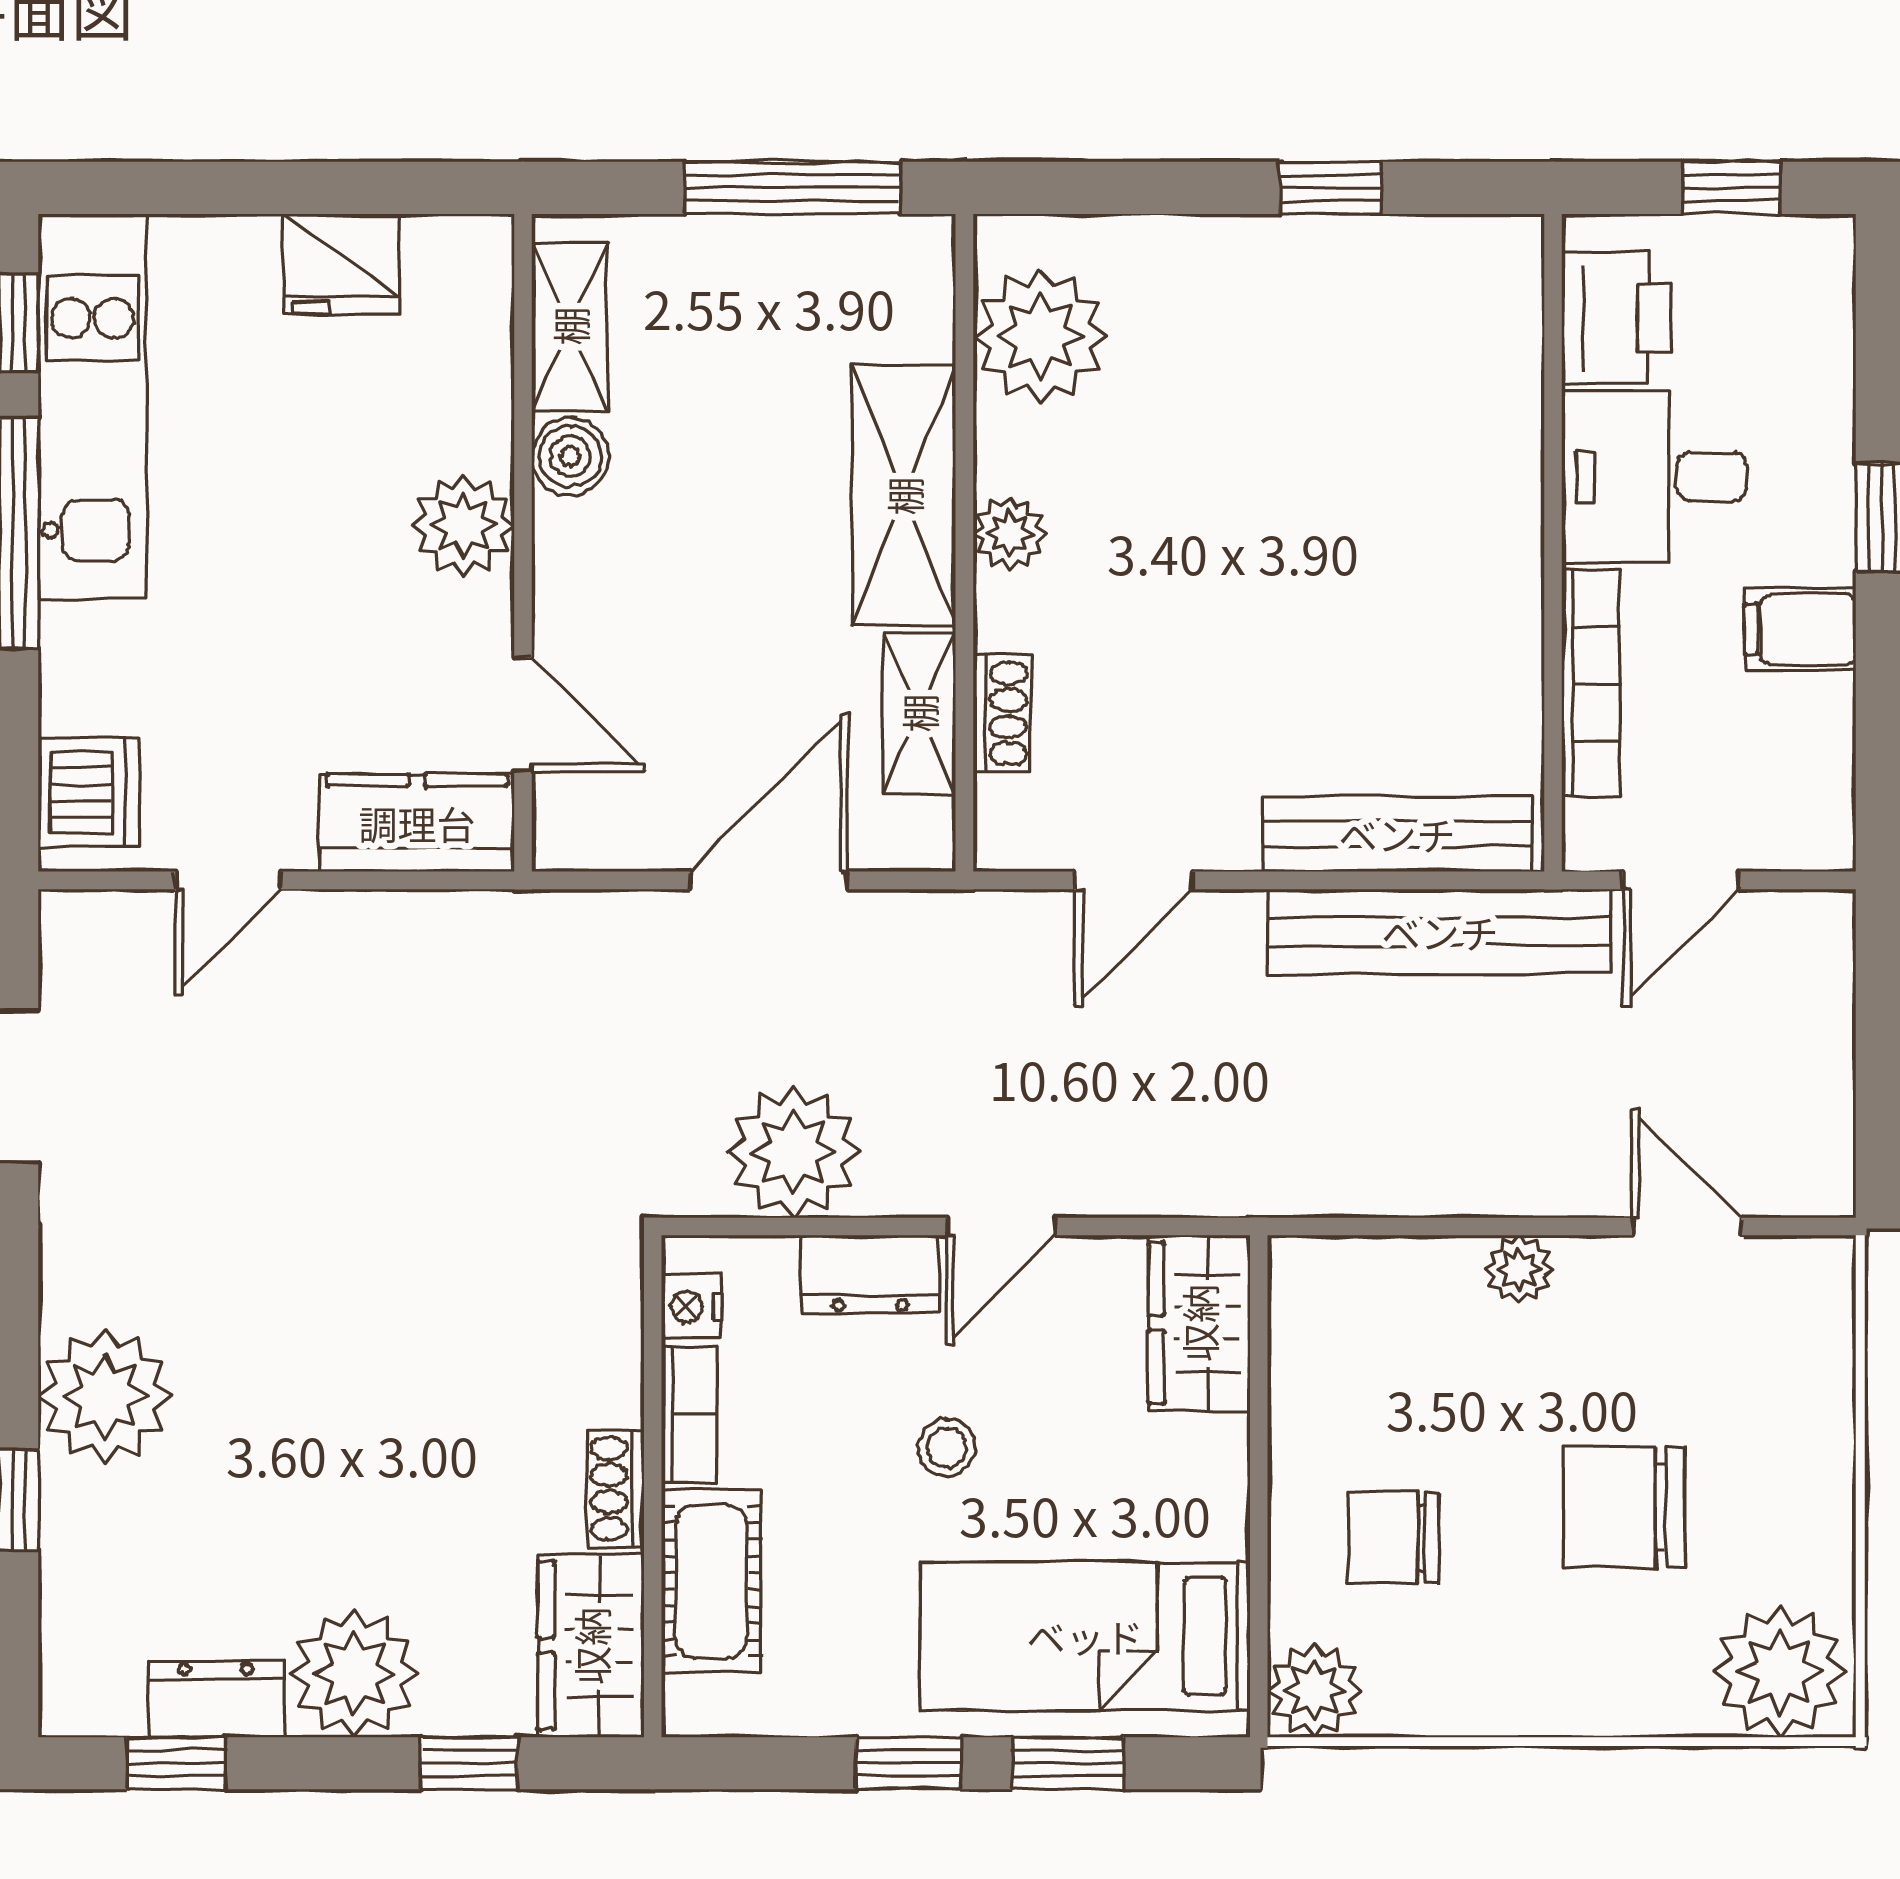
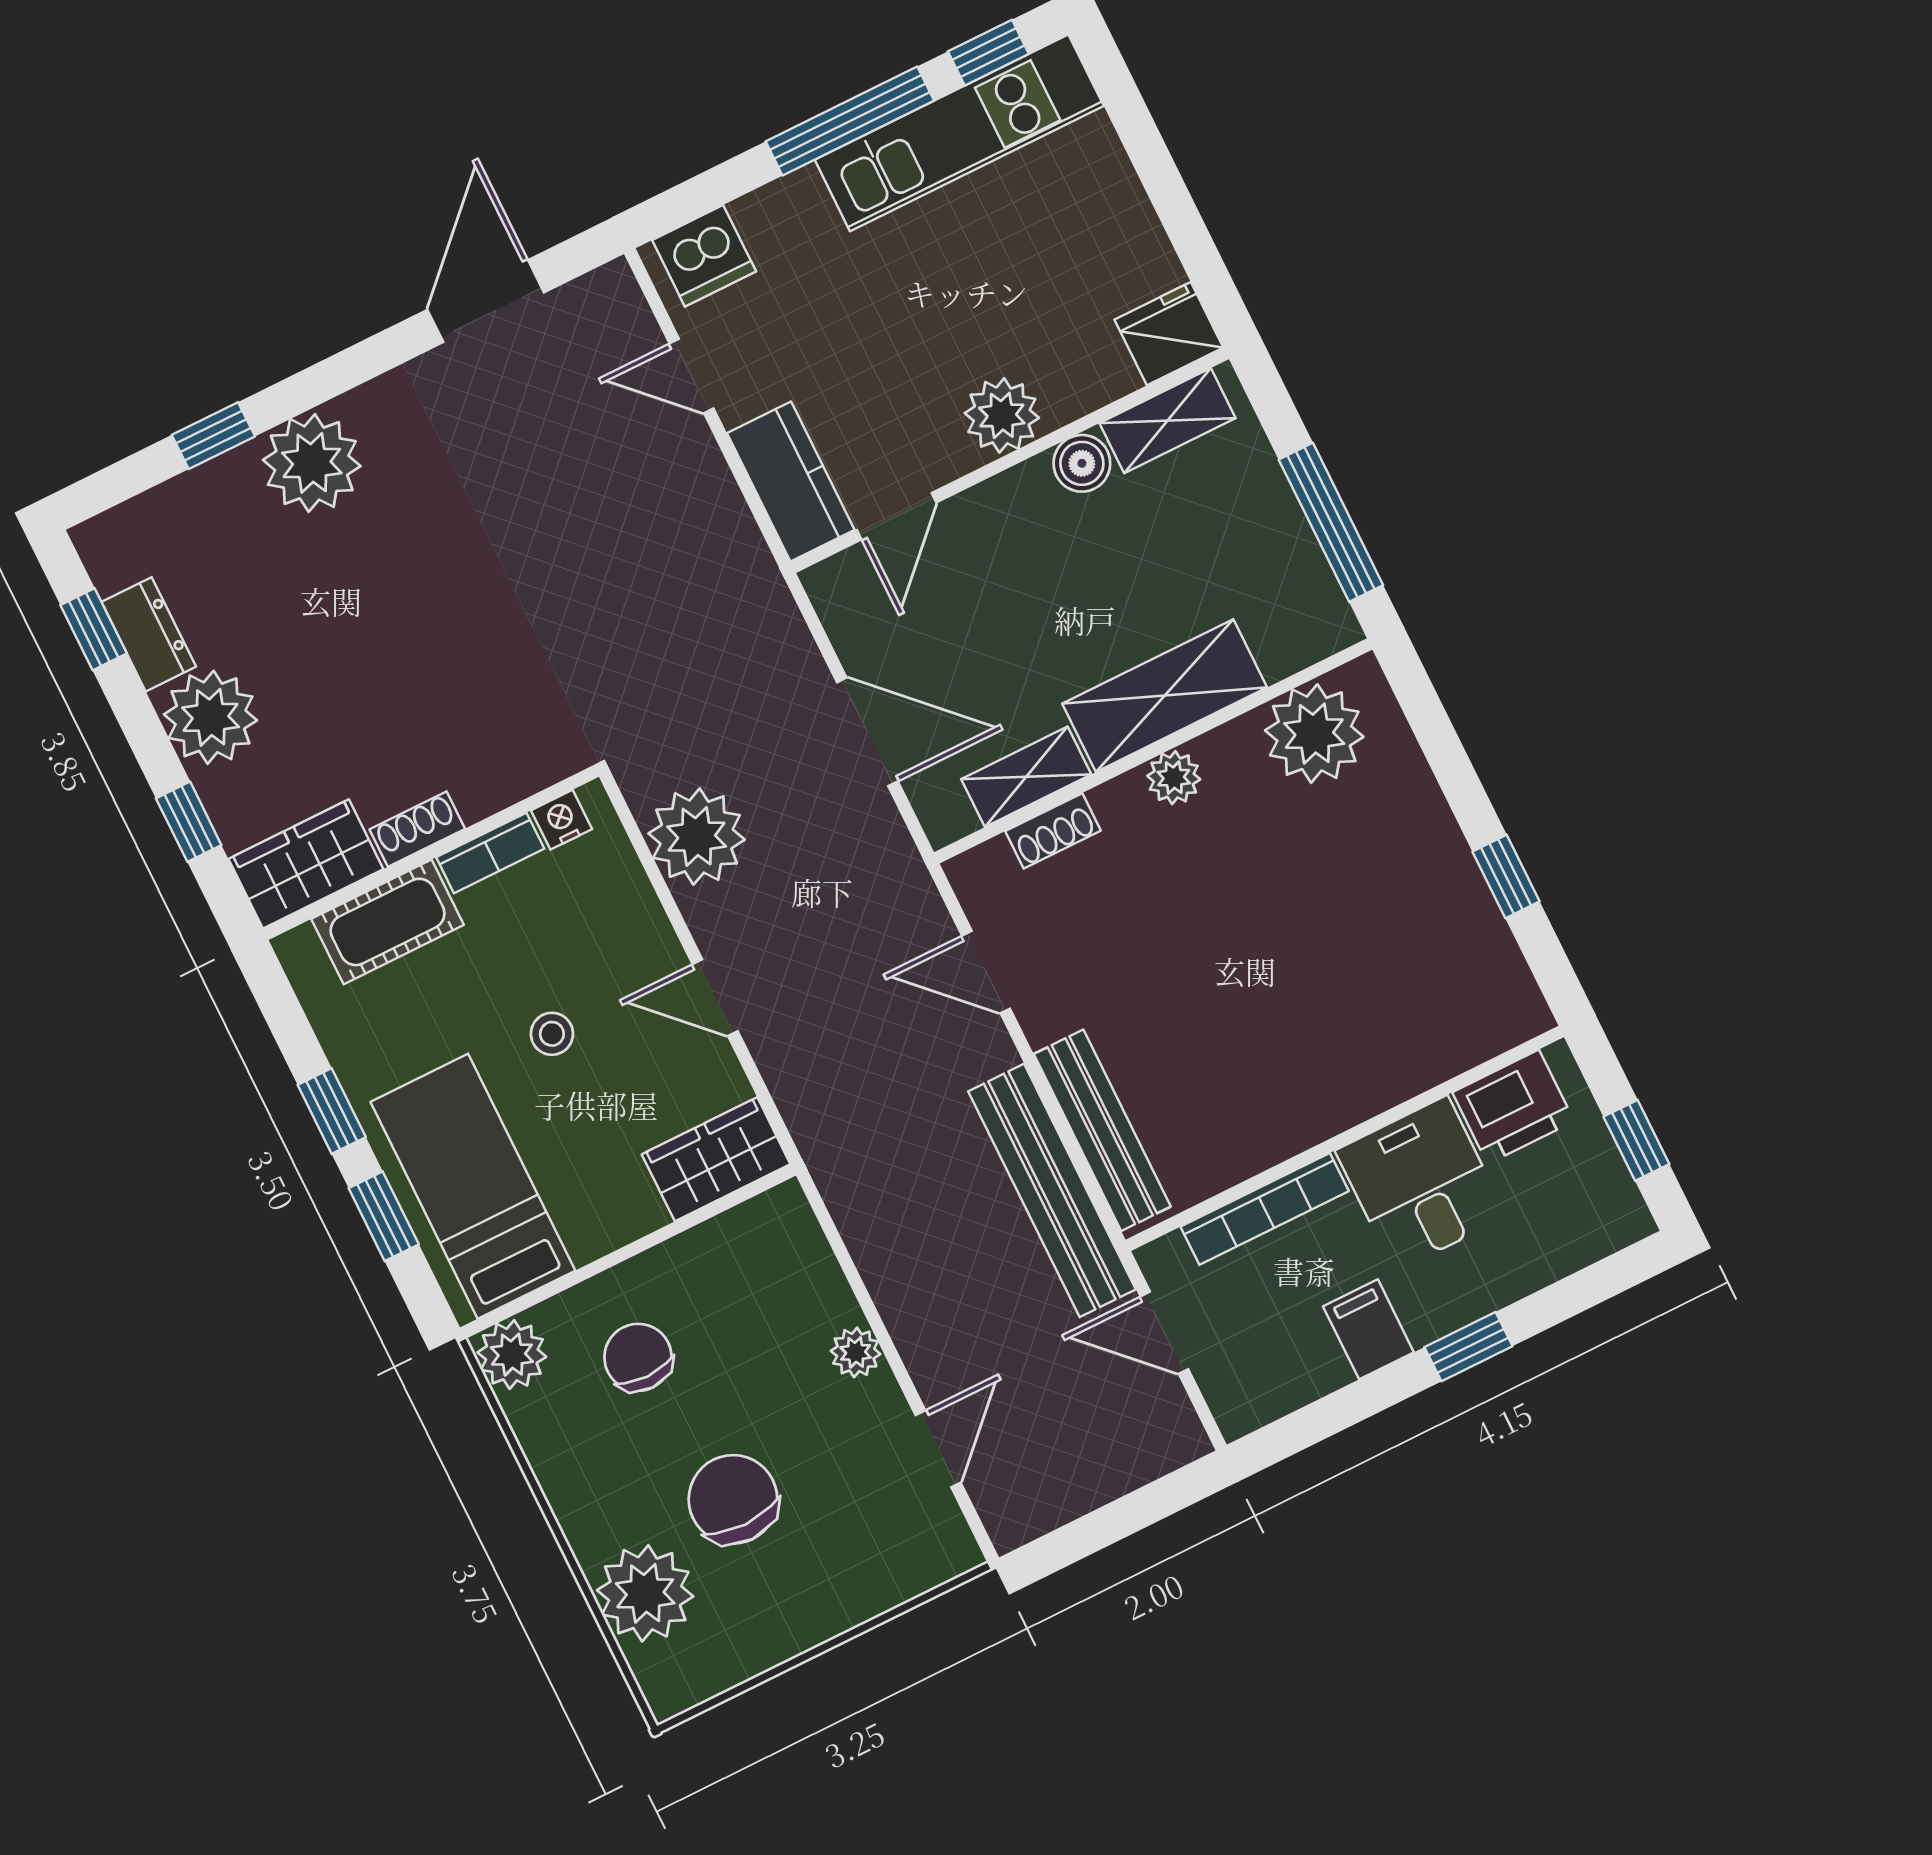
fridge: (341, 264) -> (1169, 334), moved, turned 90
dresser: (870, 1274) -> (641, 927), removed
plant: (1780, 1671) -> (645, 1593), moved

